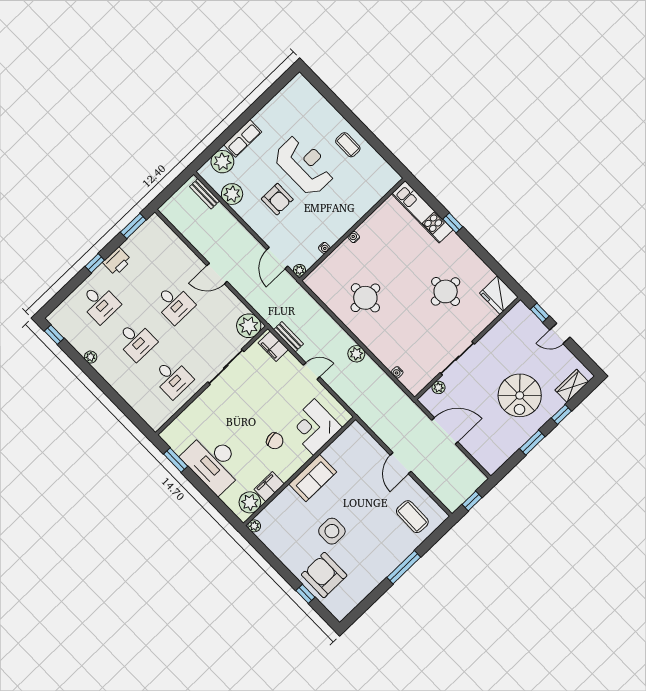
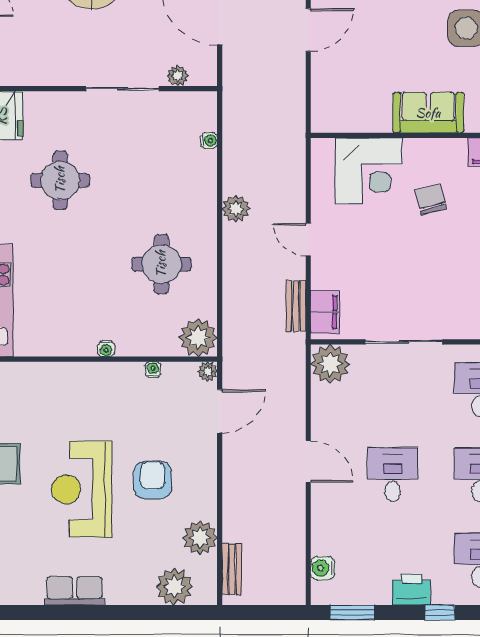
row of seats: (243, 138) -> (75, 591), moved
water cooler: (165, 233) -> (323, 568), added
plant: (318, 281) -> (198, 338), added

